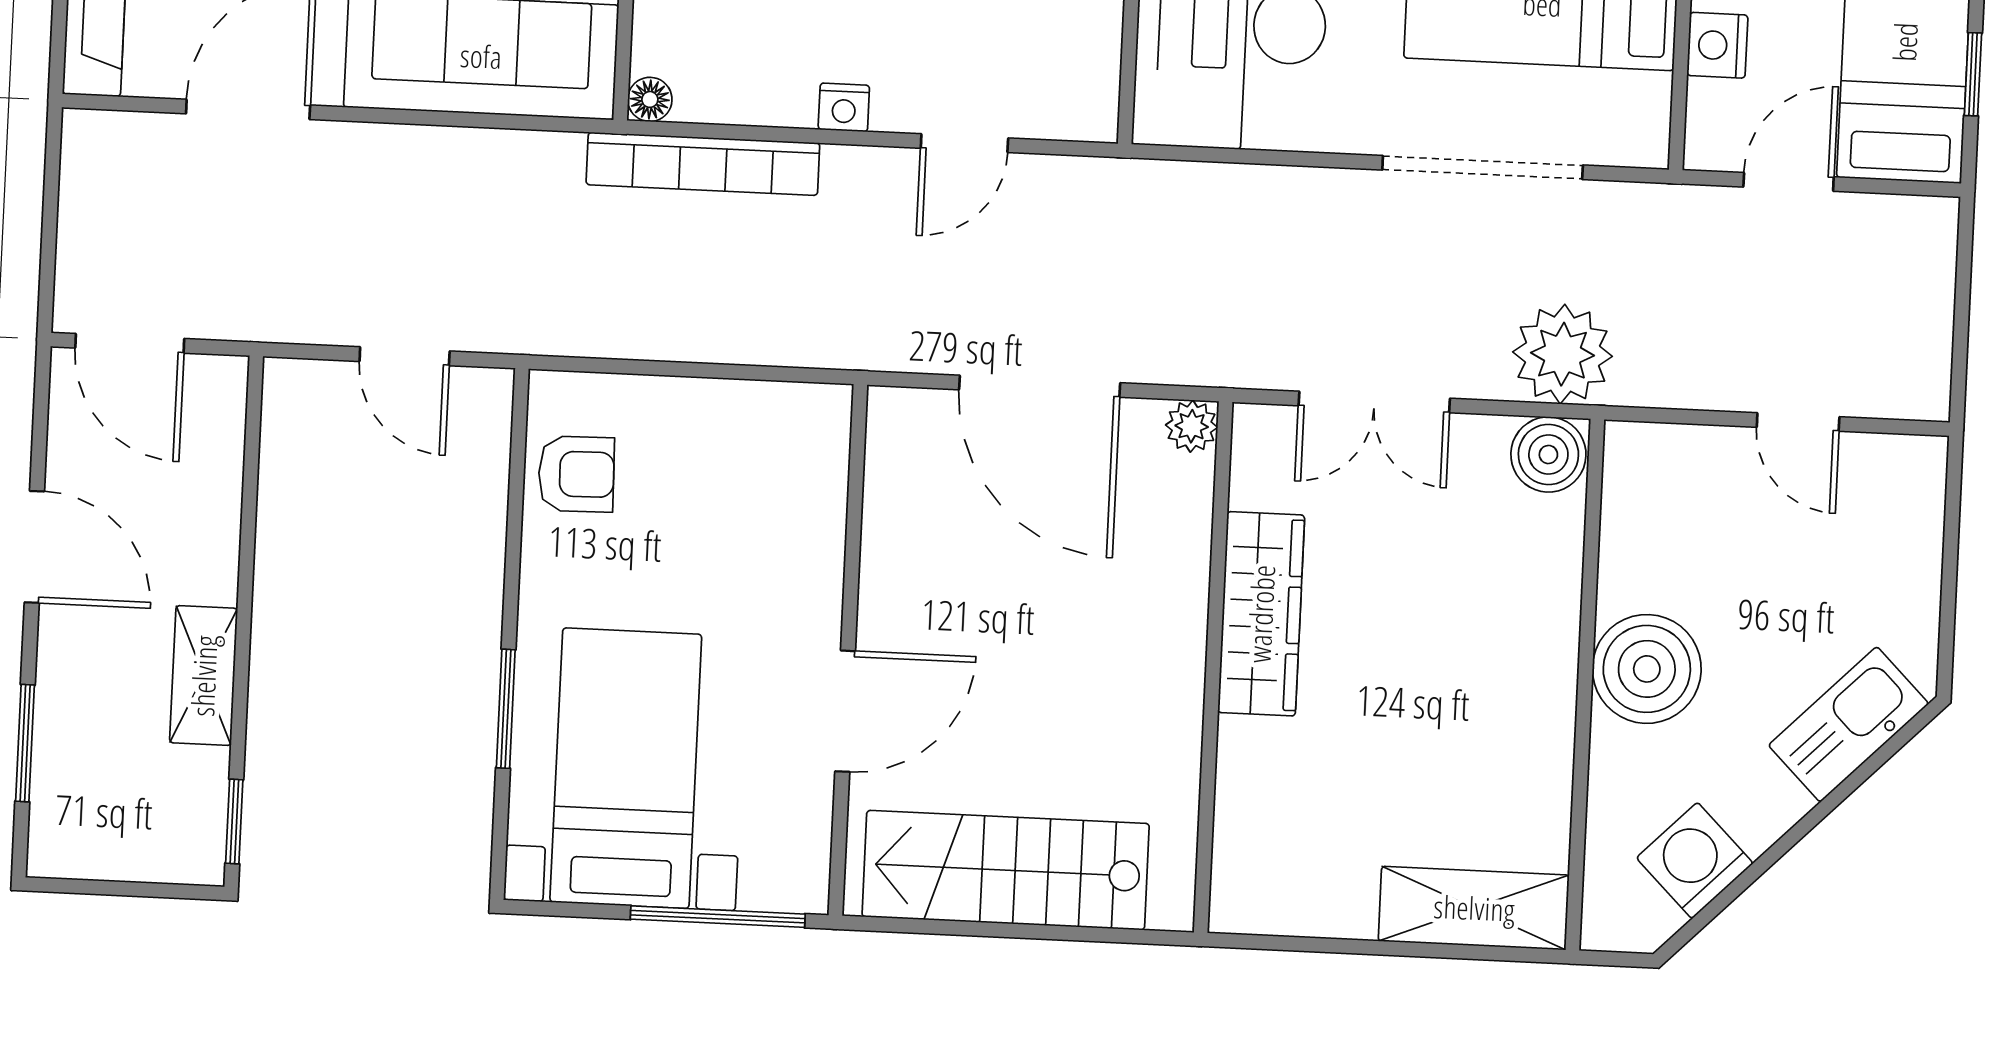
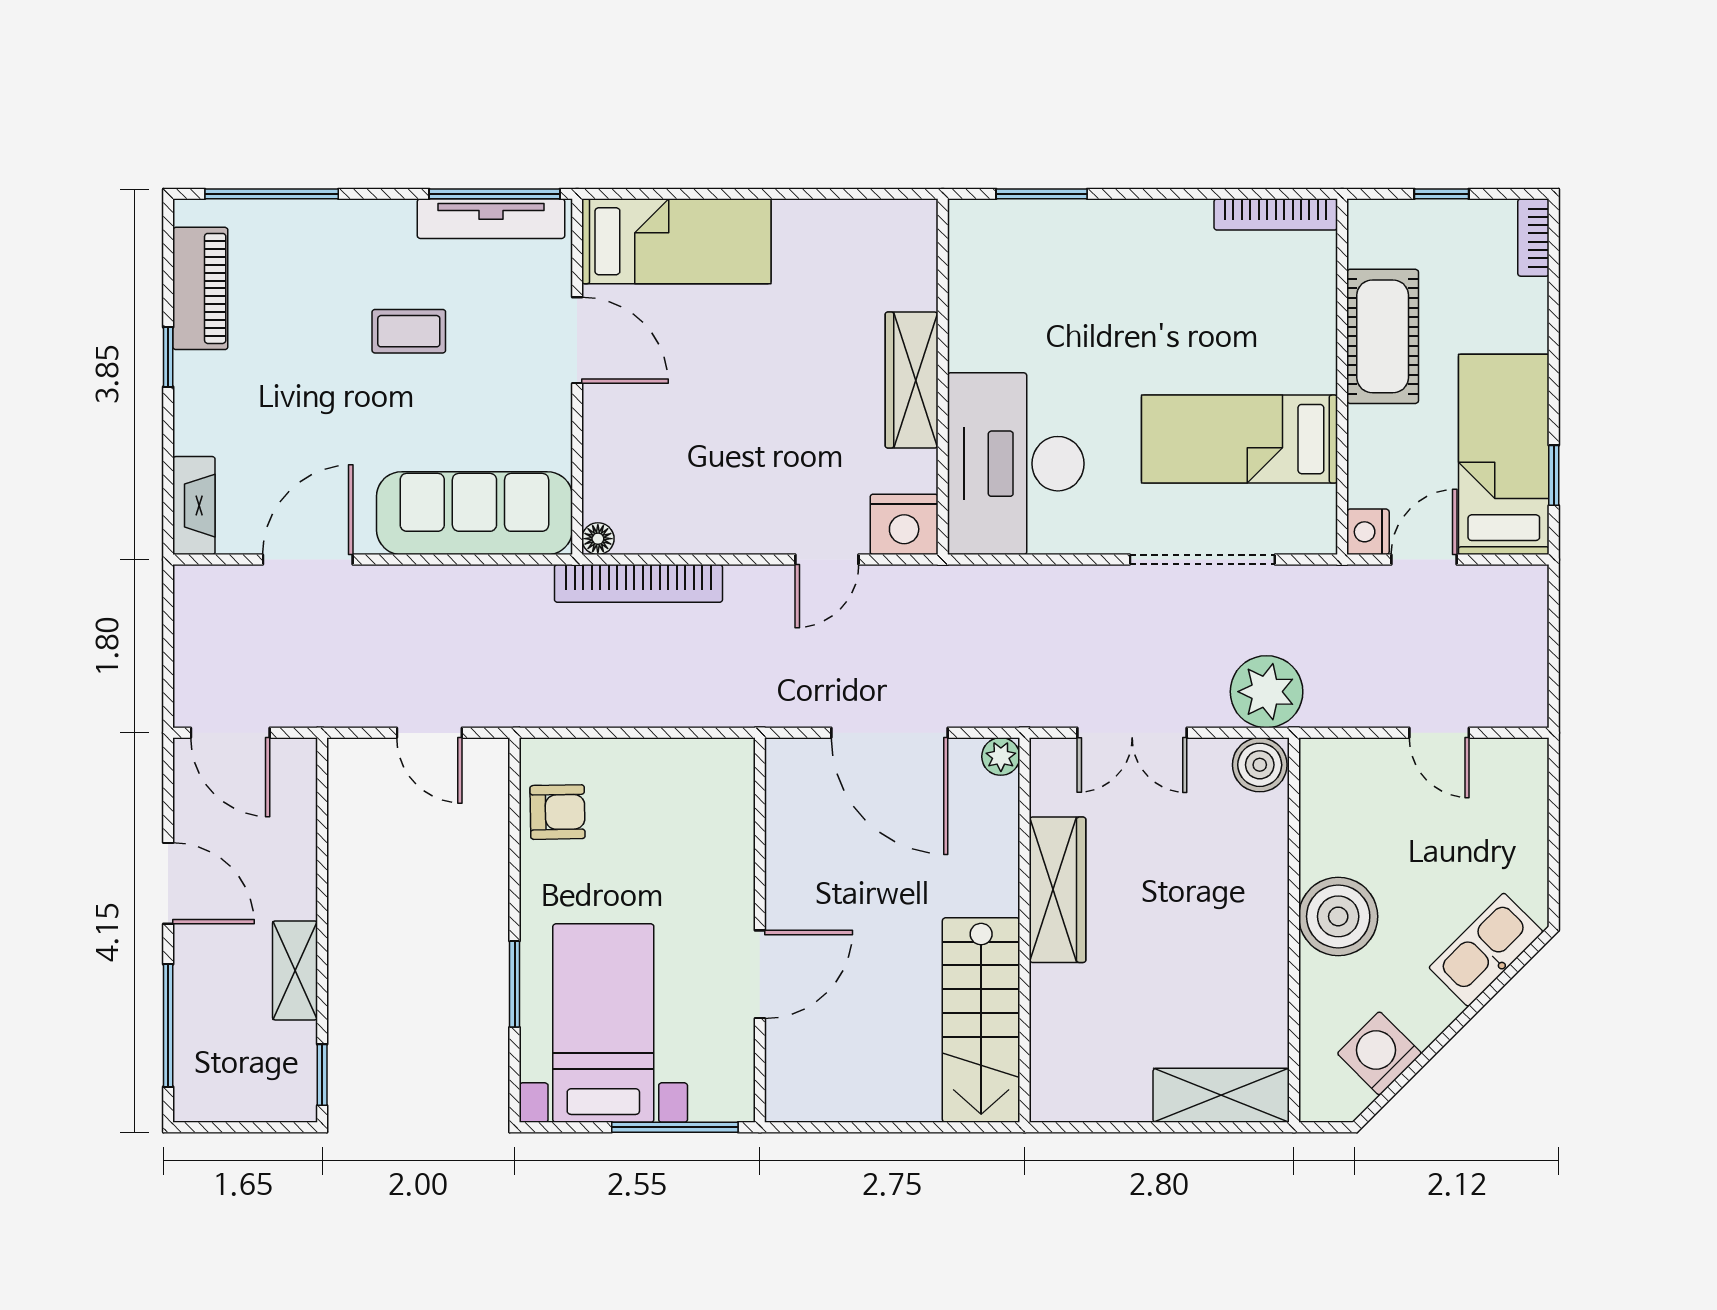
nightstand: (1717, 45) -> (1368, 532), moved
nightstand: (844, 107) -> (904, 524), moved, width x1.89, depth x1.79
window: (25, 743) -> (168, 1025), width x1.44
stairs: (1006, 870) -> (981, 1020), moved, turned -90

